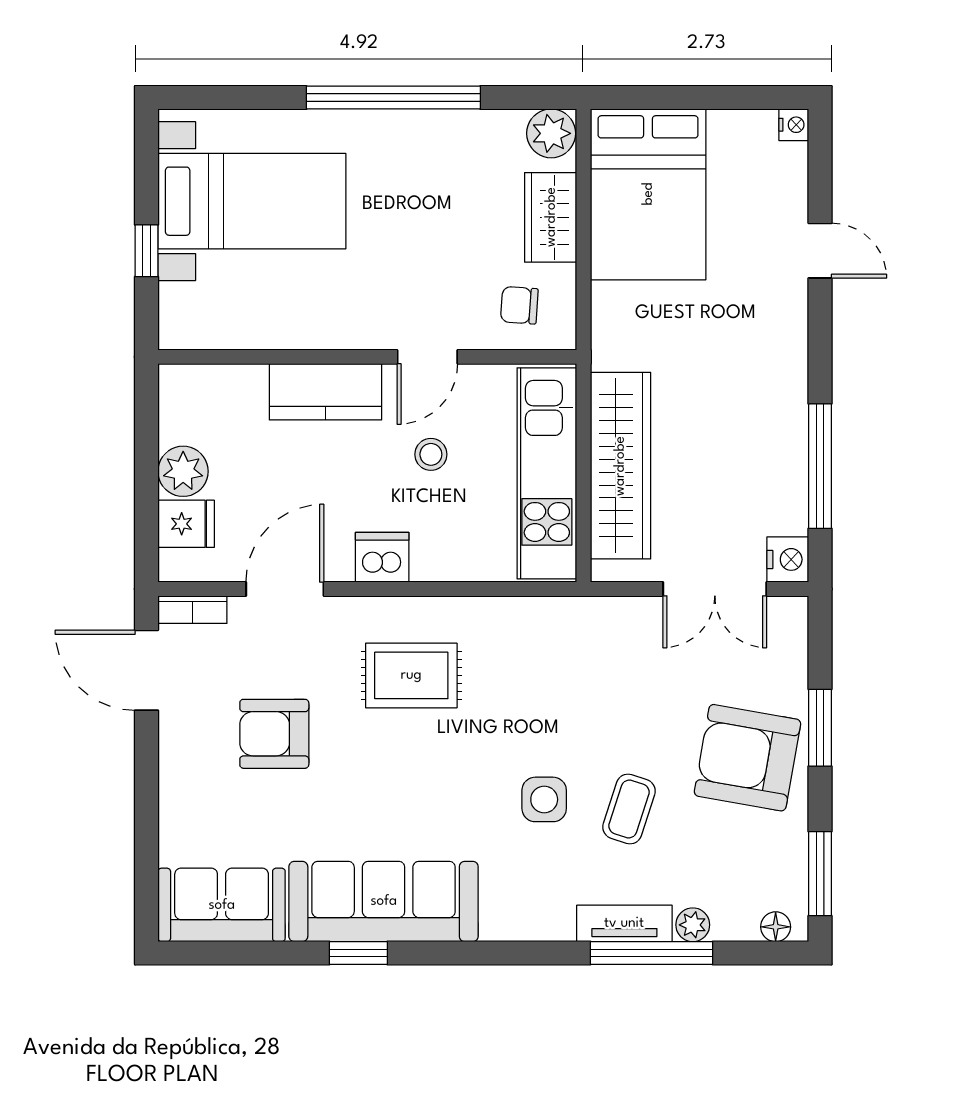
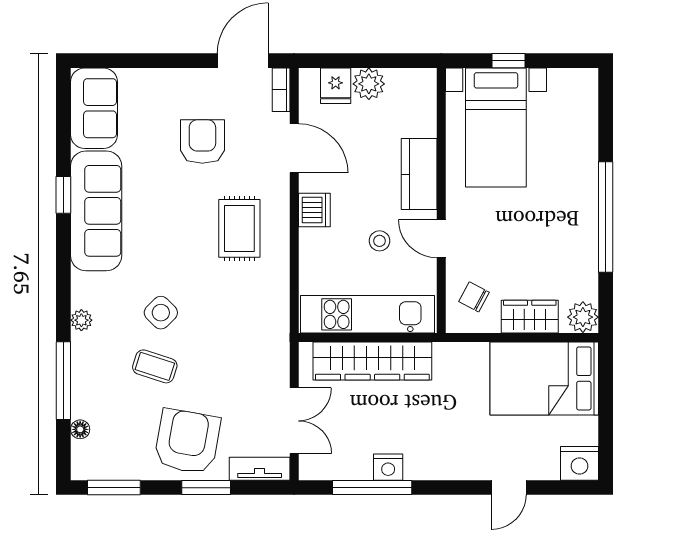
nightstand: (794, 125) -> (579, 463), width x1.89, depth x1.79
bed with nightstands: (252, 201) -> (496, 127), moved
chair: (519, 305) -> (474, 297), turned -66
nightstand: (788, 559) -> (388, 467), moved
double door: (715, 589) -> (294, 421), swing flipped
side table: (544, 799) -> (161, 313), turned 45
tv unit: (624, 923) -> (260, 469), moved, turned -90
plant: (693, 925) -> (81, 320), moved
floor lamp: (776, 927) -> (80, 429), moved

